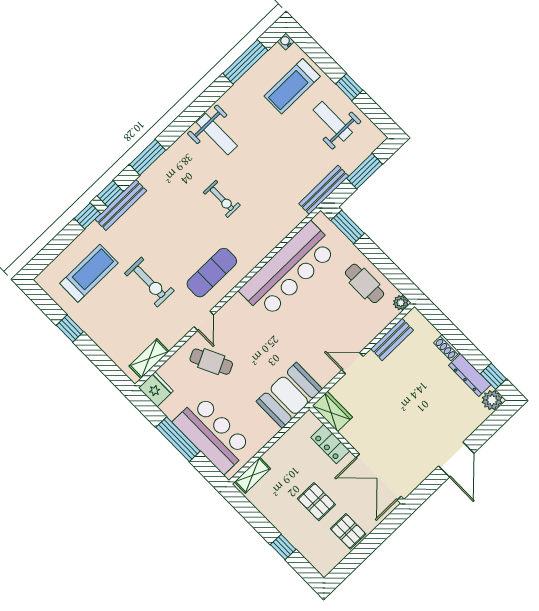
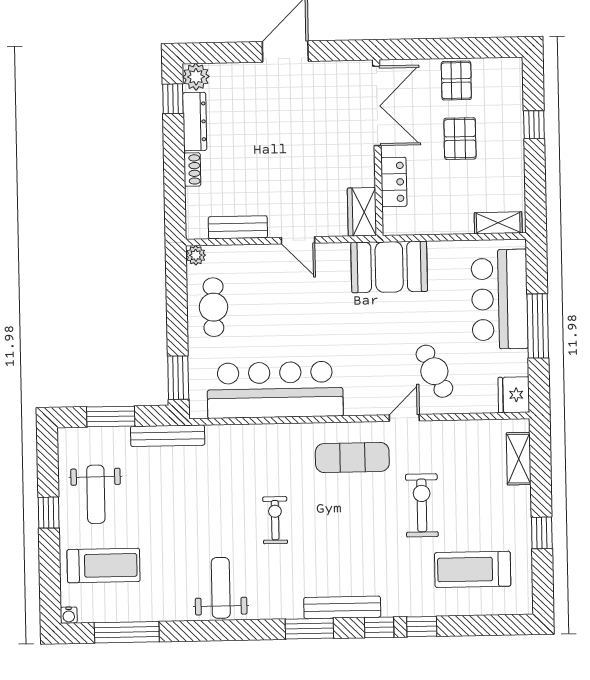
bench: (121, 205) -> (342, 607), moved
shelving: (149, 359) -> (519, 459), moved, turned 90

